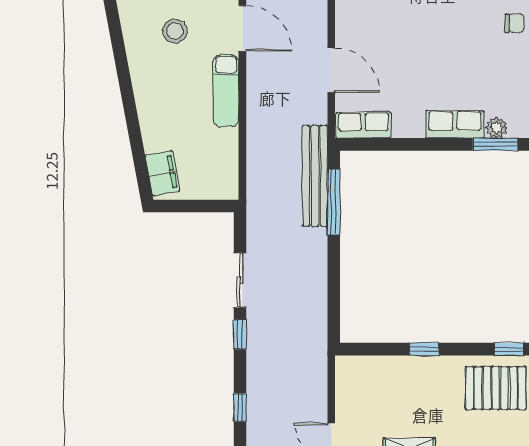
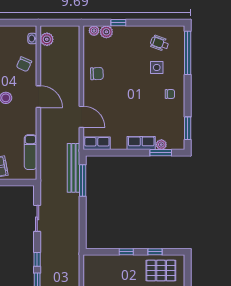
exam couch: (226, 91) -> (30, 152), moved
window: (240, 335) -> (37, 259), moved
window: (509, 349) -> (155, 252), moved

